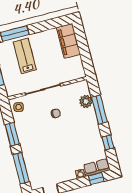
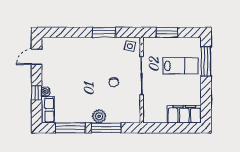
plant: (86, 101) -> (99, 116), moved
window: (108, 143) -> (70, 128), width x2.17
window: (21, 168) -> (67, 32), removed
window: (96, 179) -> (37, 93), moved

